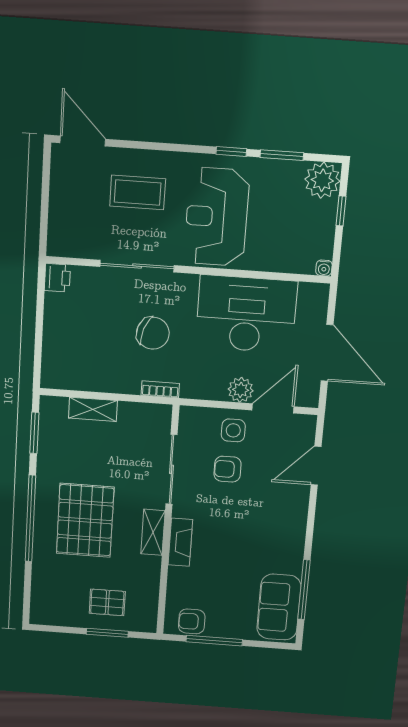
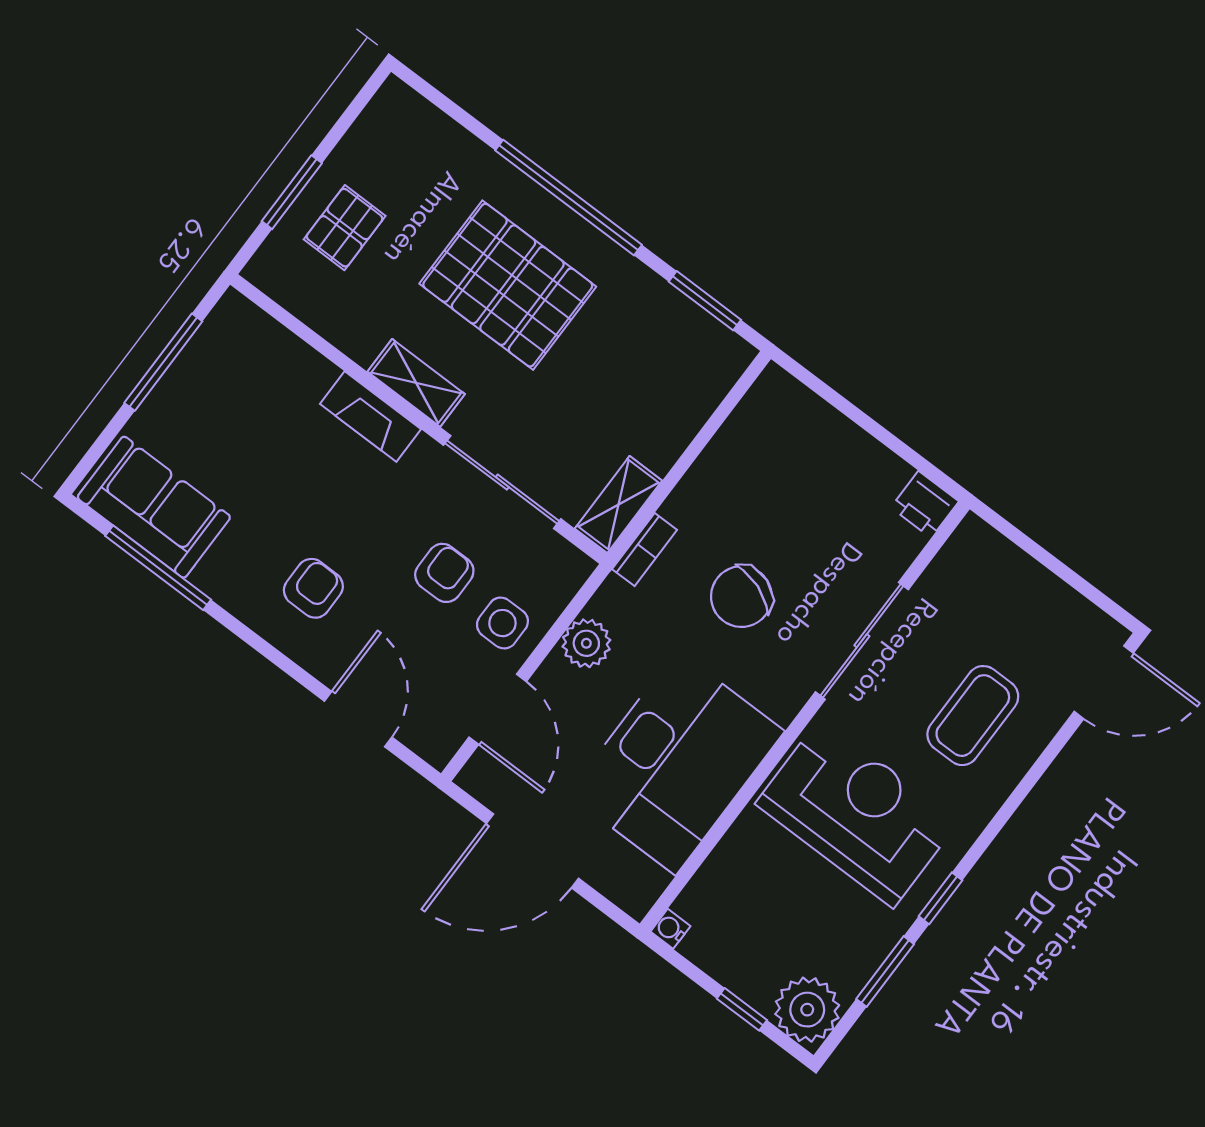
plant: (241, 390) -> (586, 643), moved
shelving: (93, 409) -> (618, 505), moved
armchair: (192, 621) -> (313, 588), moved

